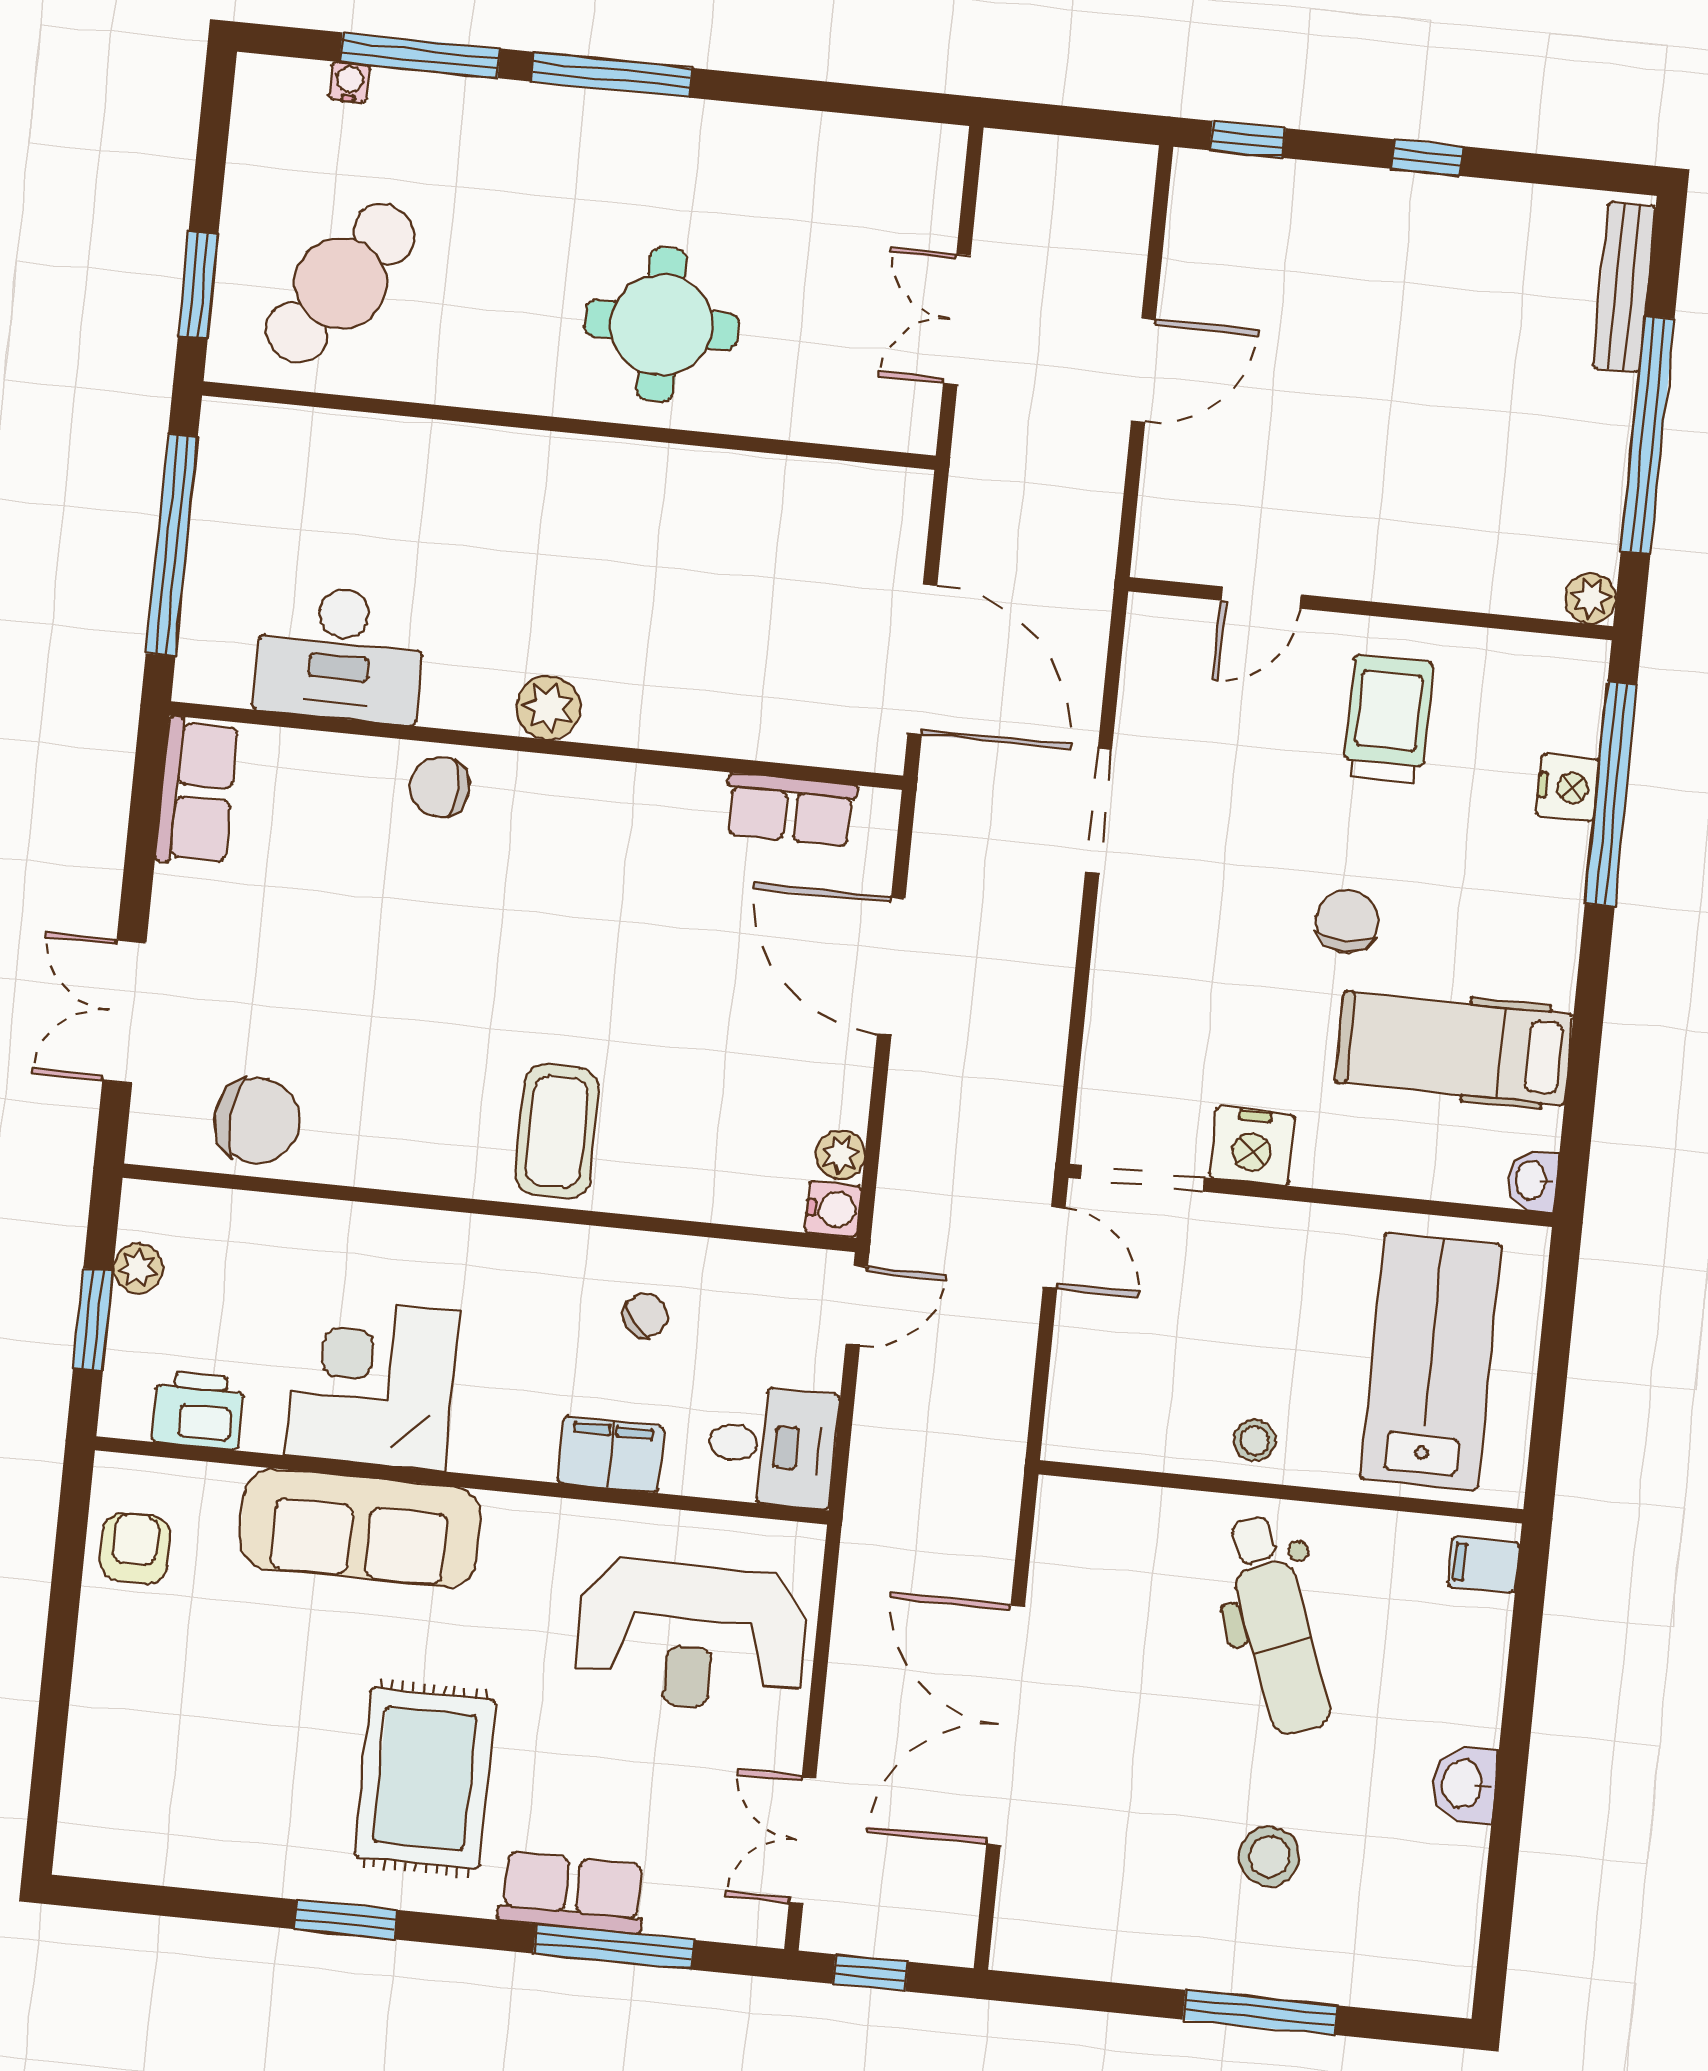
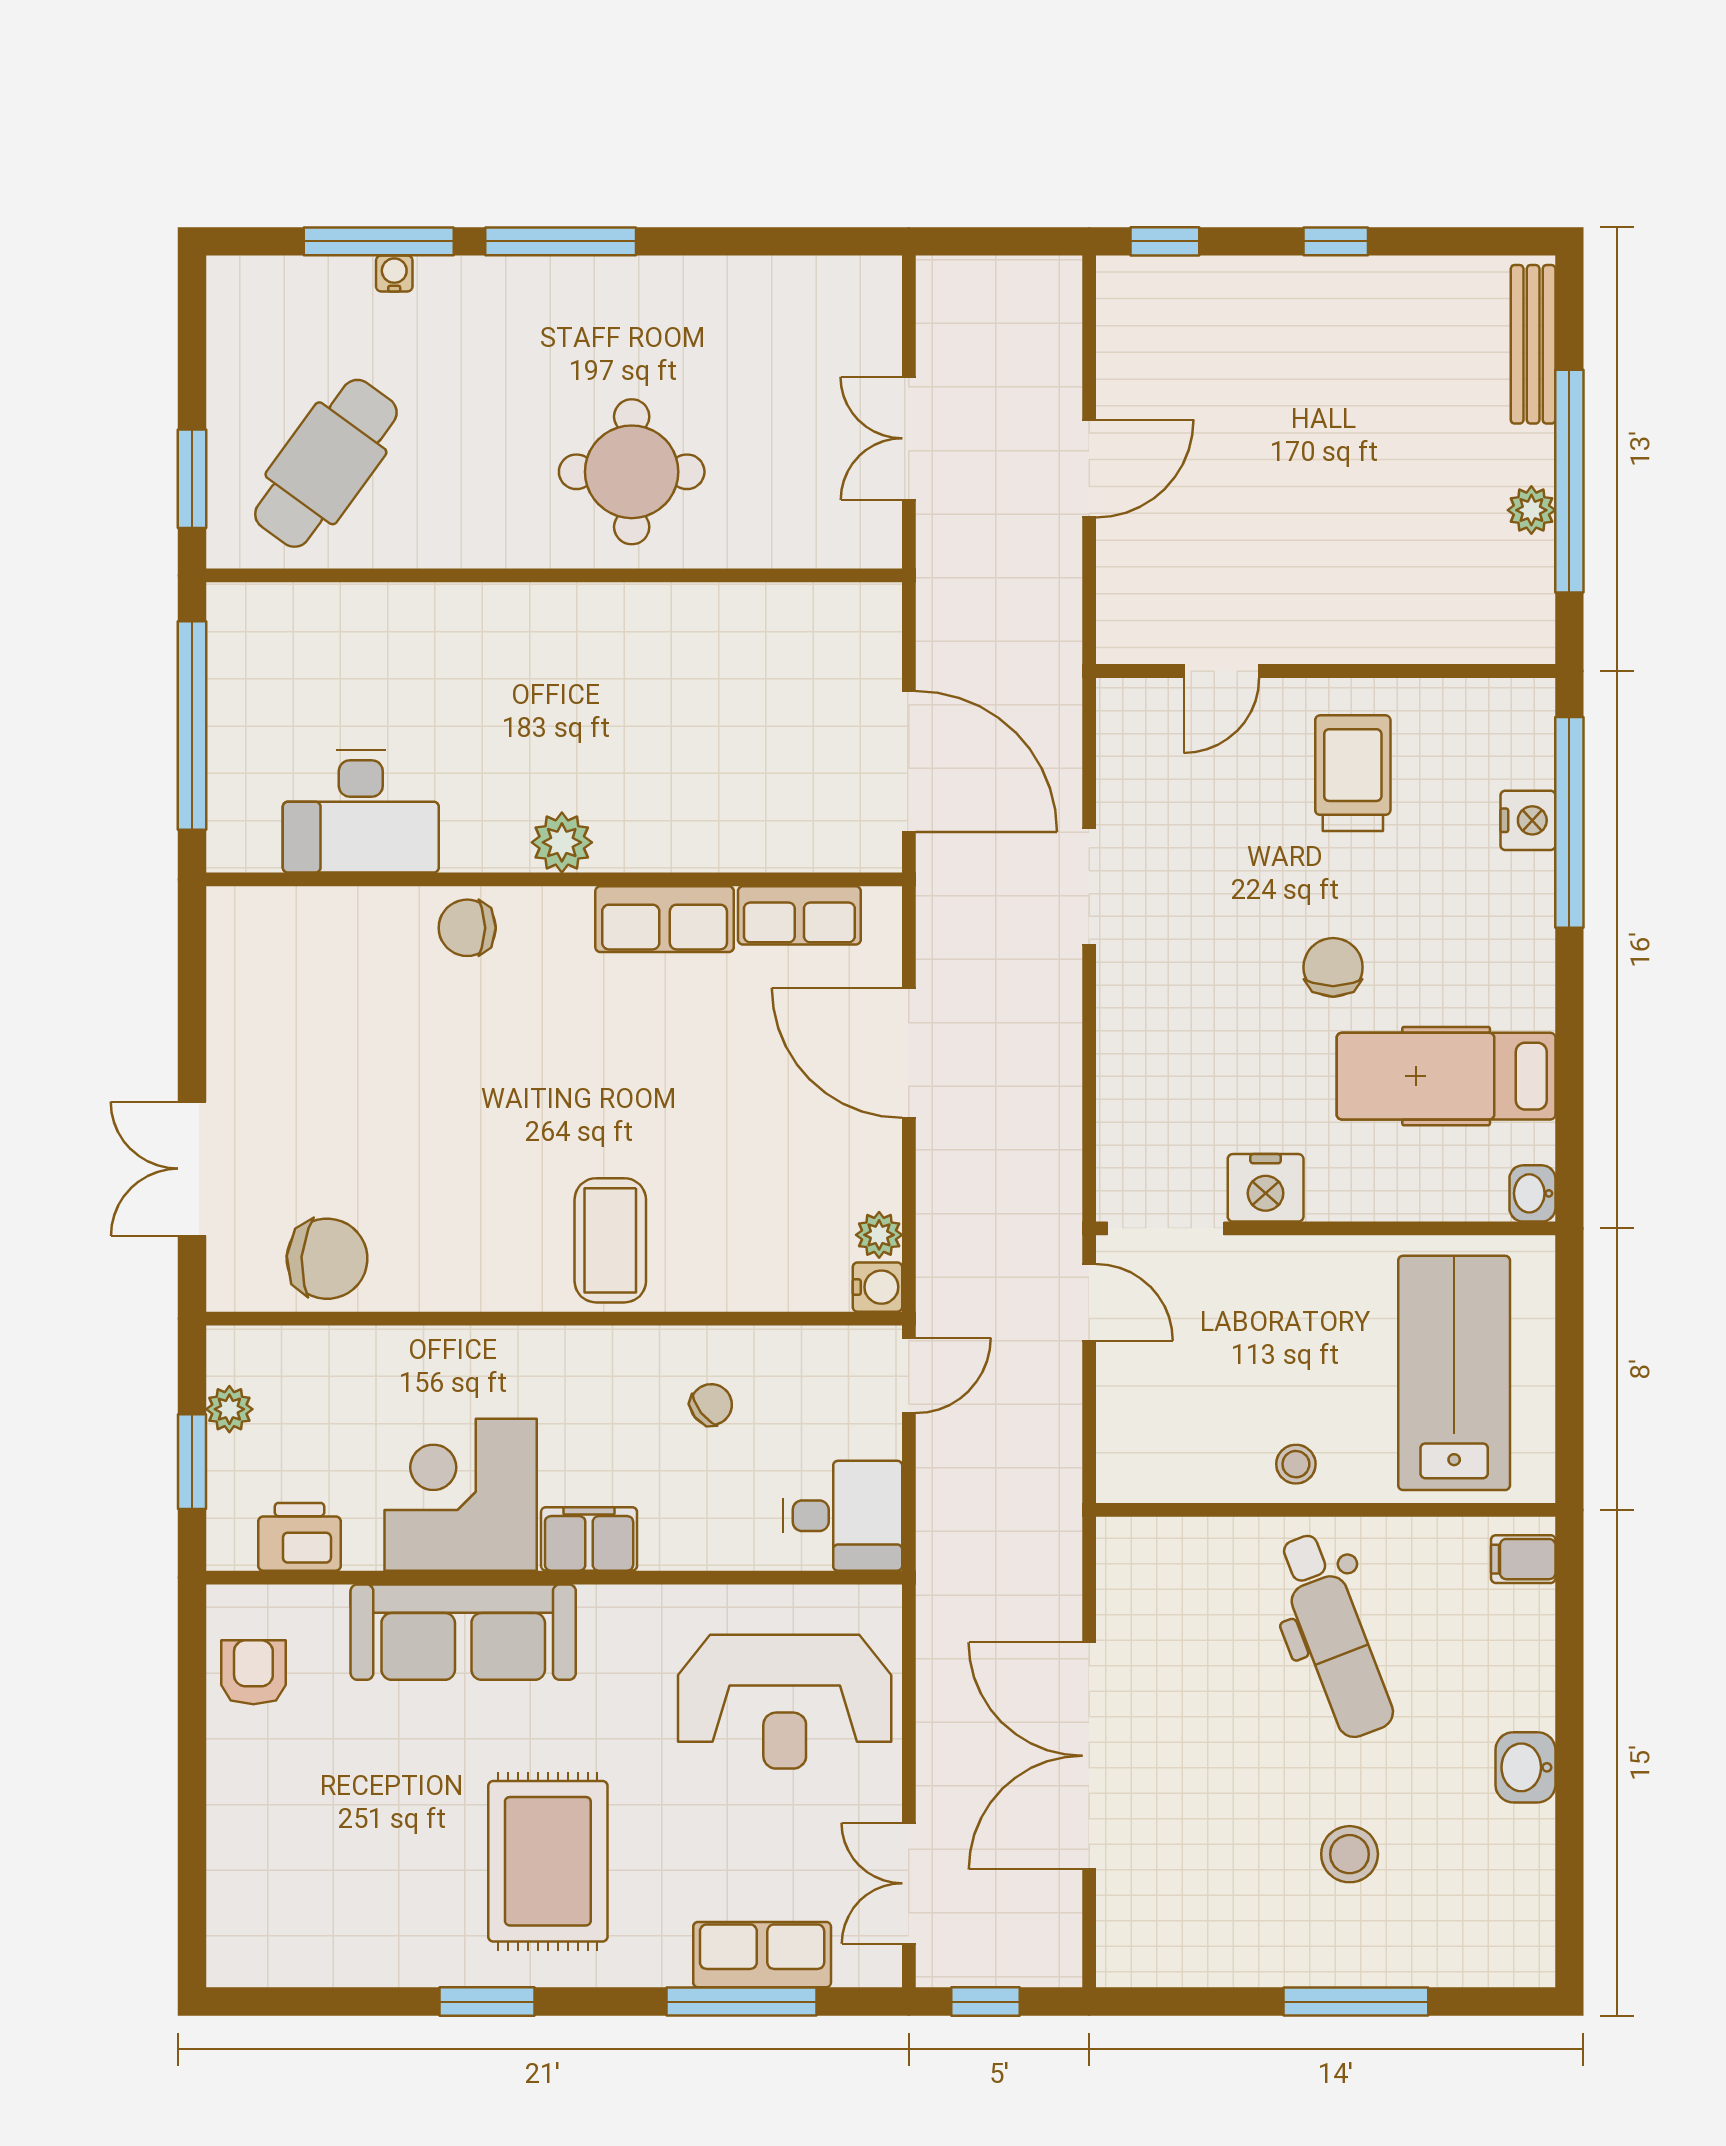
water cooler: (350, 82) -> (394, 273), moved
plant: (1591, 599) -> (1531, 510), moved
row of seats: (197, 792) -> (665, 919), moved, turned 90
filing cabinet: (611, 1454) -> (589, 1539), moved
row of seats: (572, 1893) -> (762, 1955), moved

